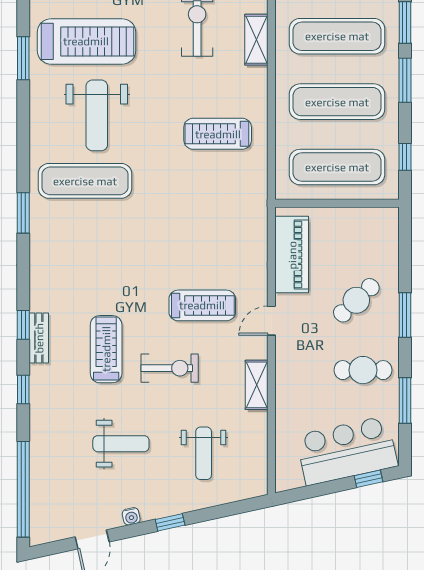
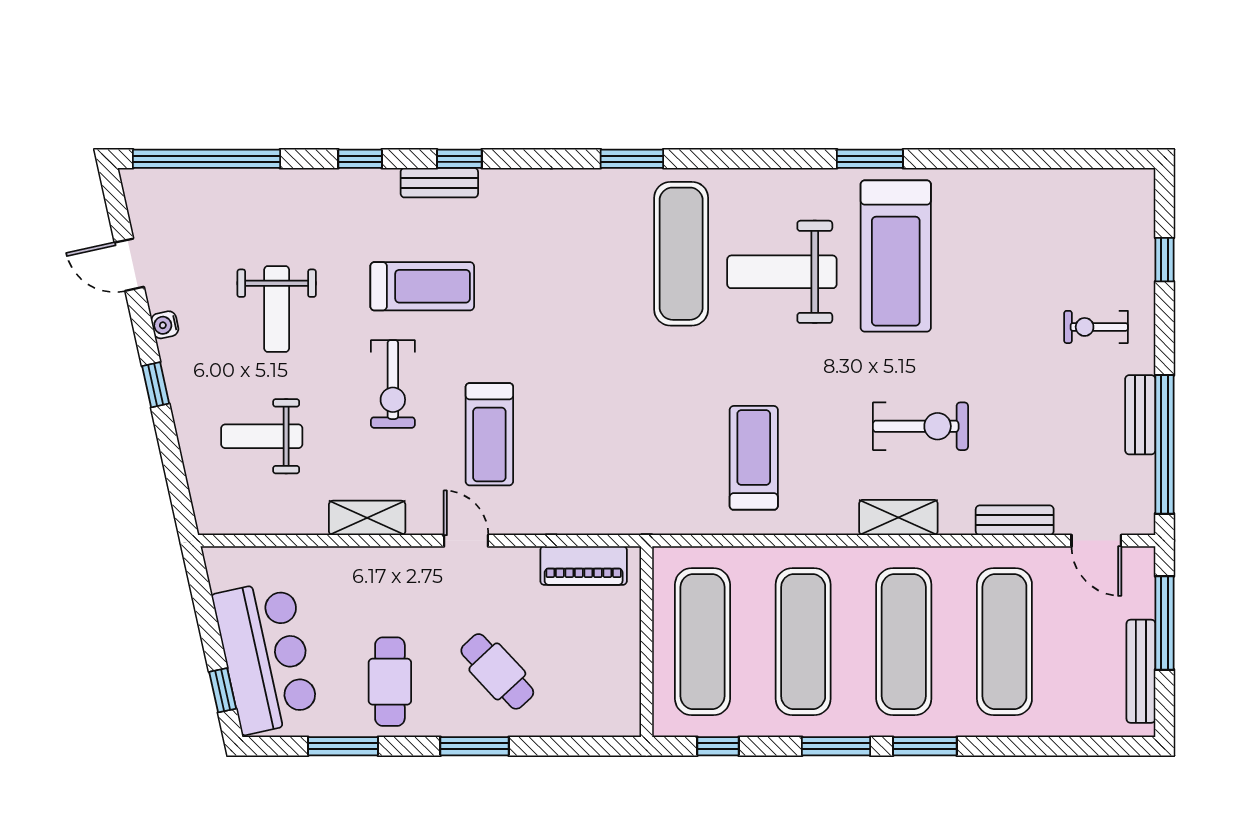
piano: (292, 255) -> (584, 565), width x0.73, depth x0.75

